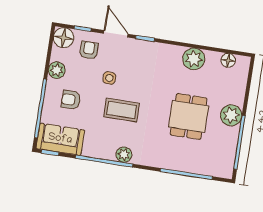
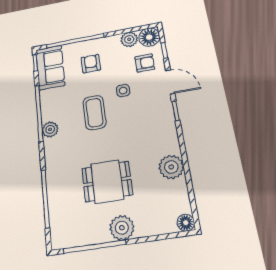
door: (116, 34) -> (170, 82), hinge flipped
floor lamp: (228, 60) -> (186, 223), moved
plant: (57, 70) -> (129, 39), moved

